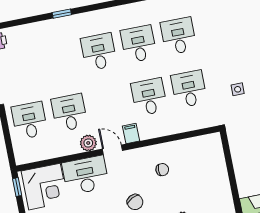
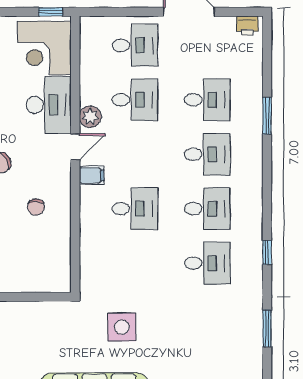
window: (62, 14) -> (267, 116), width x1.50
desk: (189, 89) -> (207, 100), moved
side table: (238, 89) -> (122, 327), width x1.87, depth x1.87

